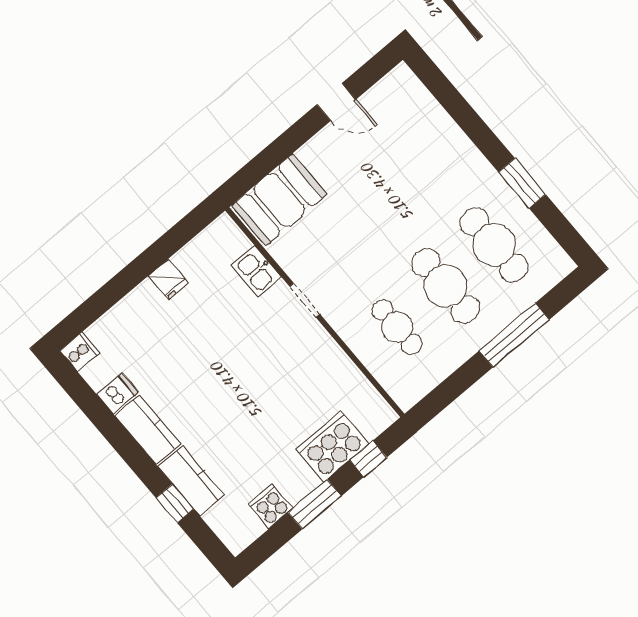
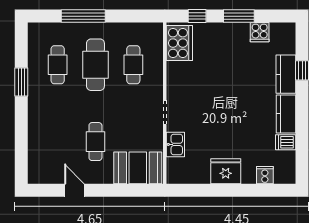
cafe table: (362, 188) -> (95, 142), added
cafe table: (494, 245) -> (58, 65), width x0.73, depth x0.74
fridge: (168, 279) -> (226, 171), width x1.88, depth x1.34
cooker: (80, 352) -> (265, 175), moved, turned 90
cooker: (332, 446) -> (179, 43), moved, turned -90

